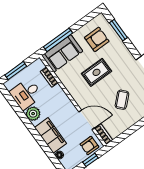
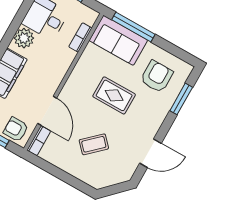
armchair: (97, 39) -> (157, 77), turned -90

